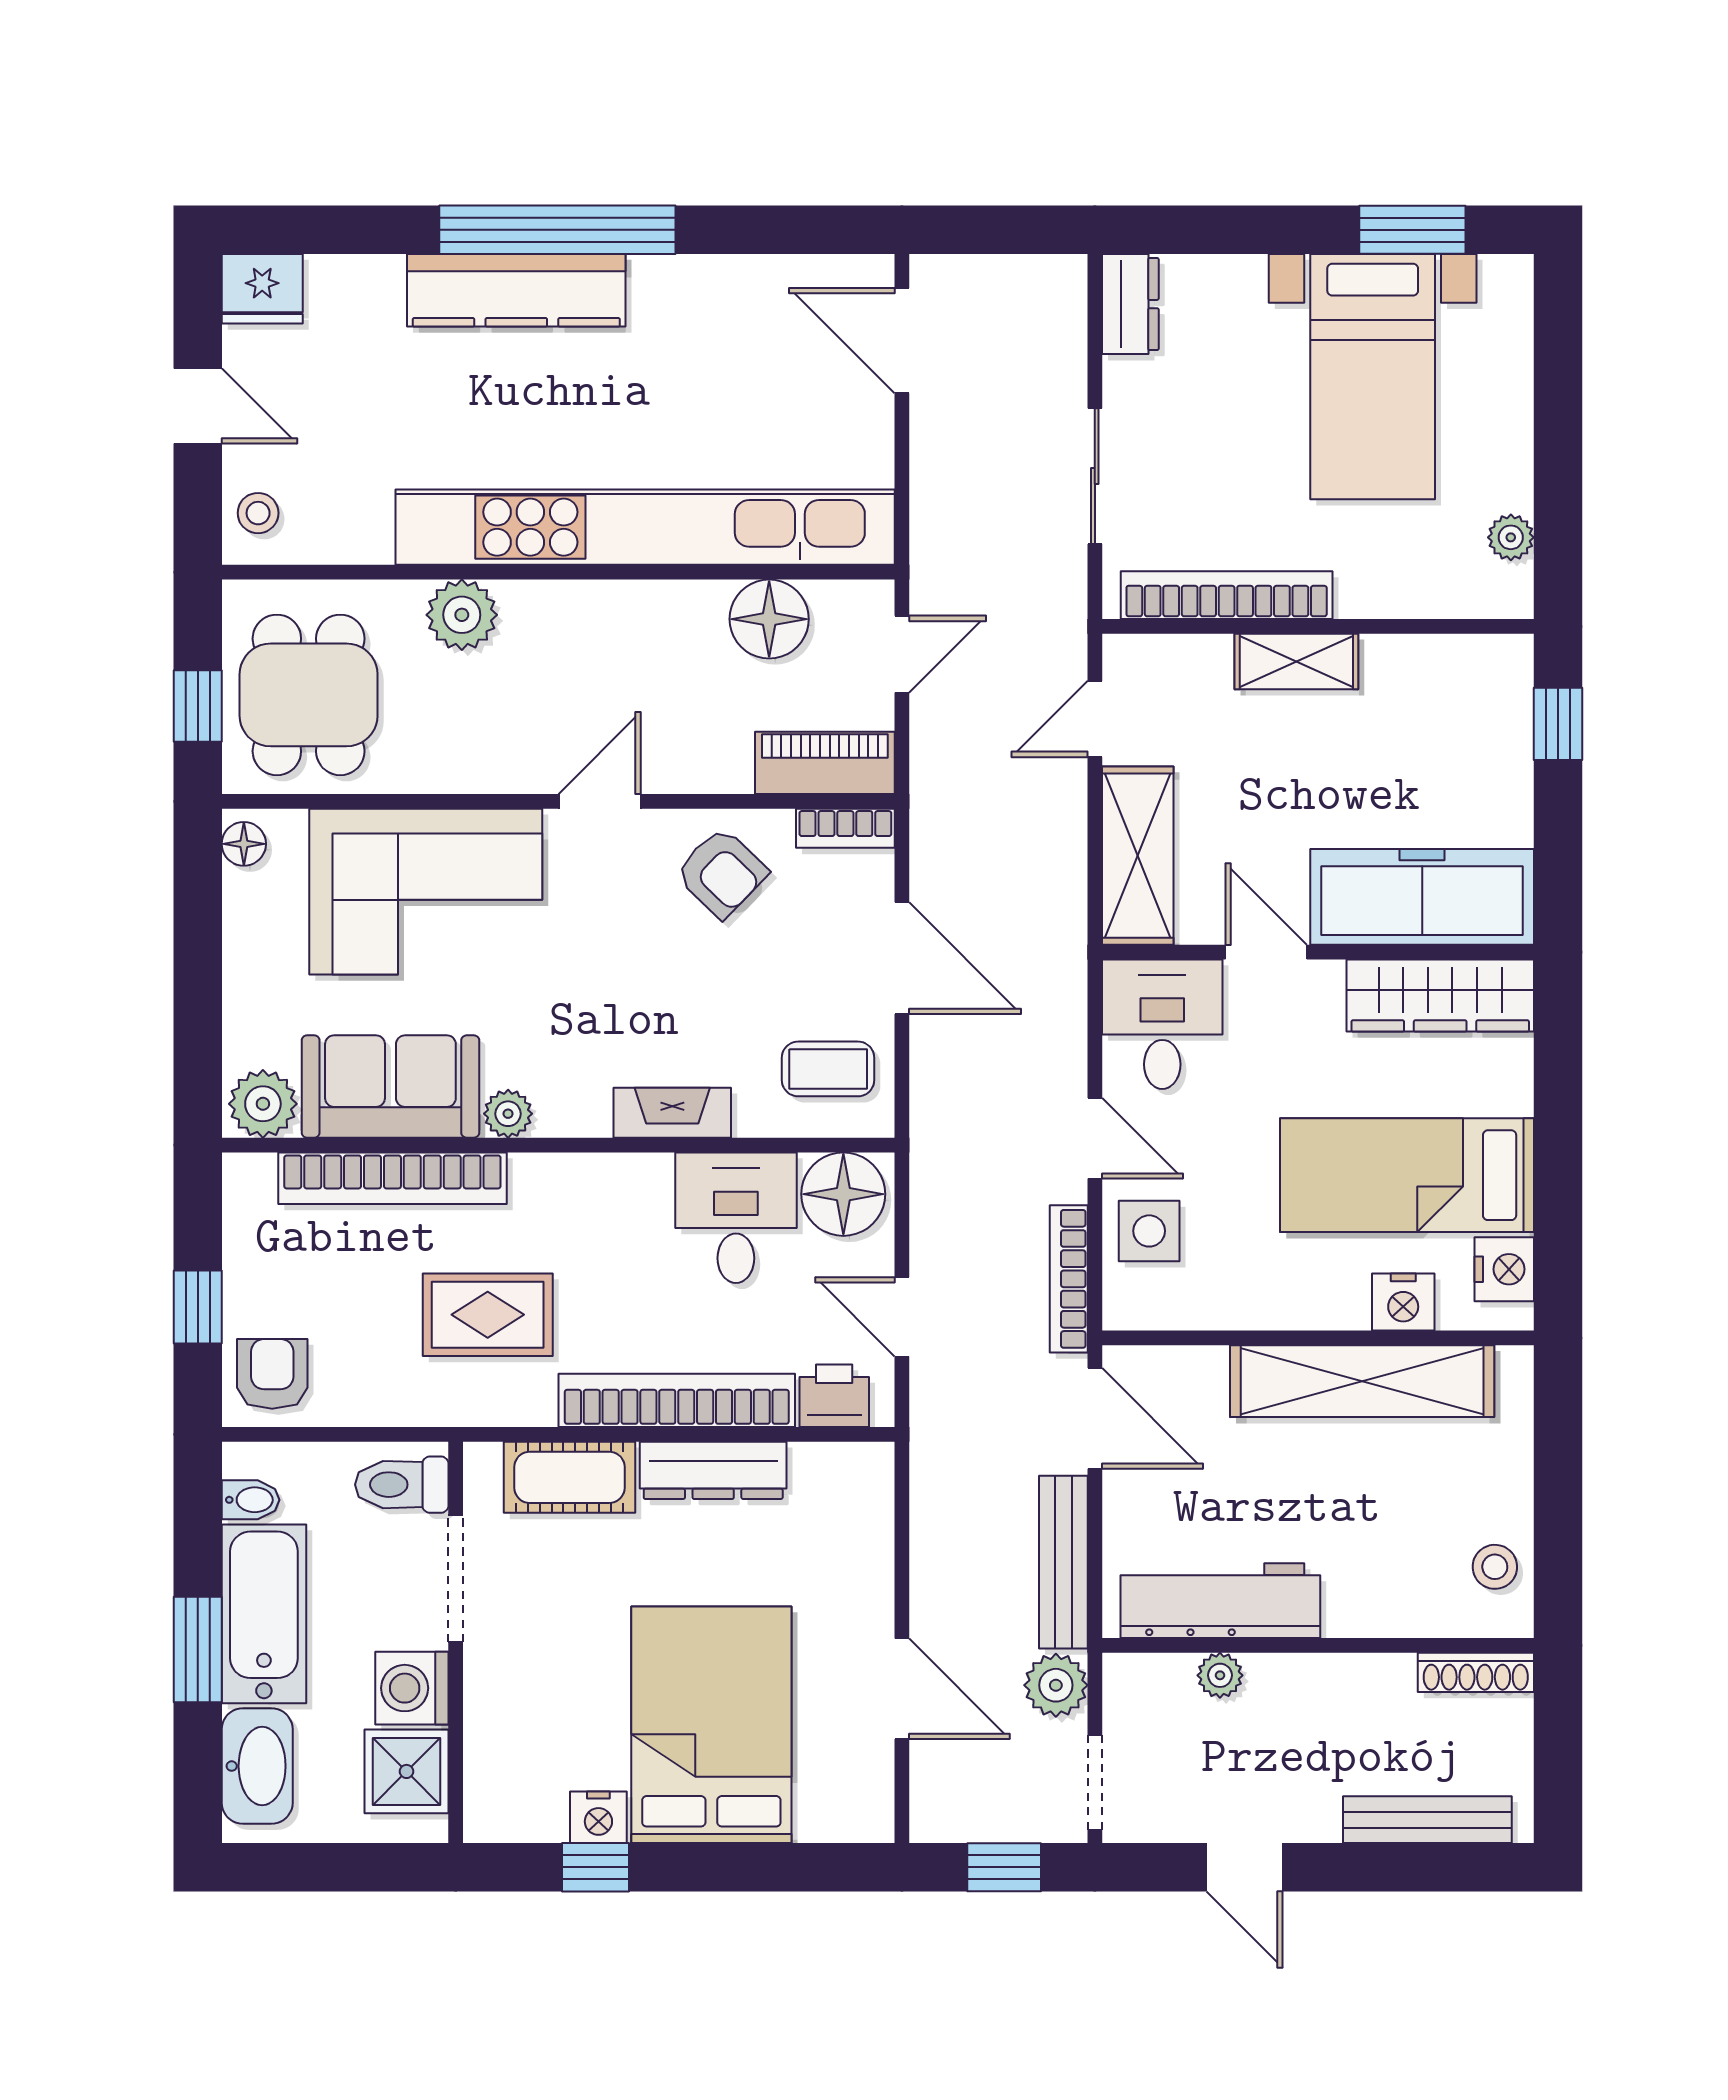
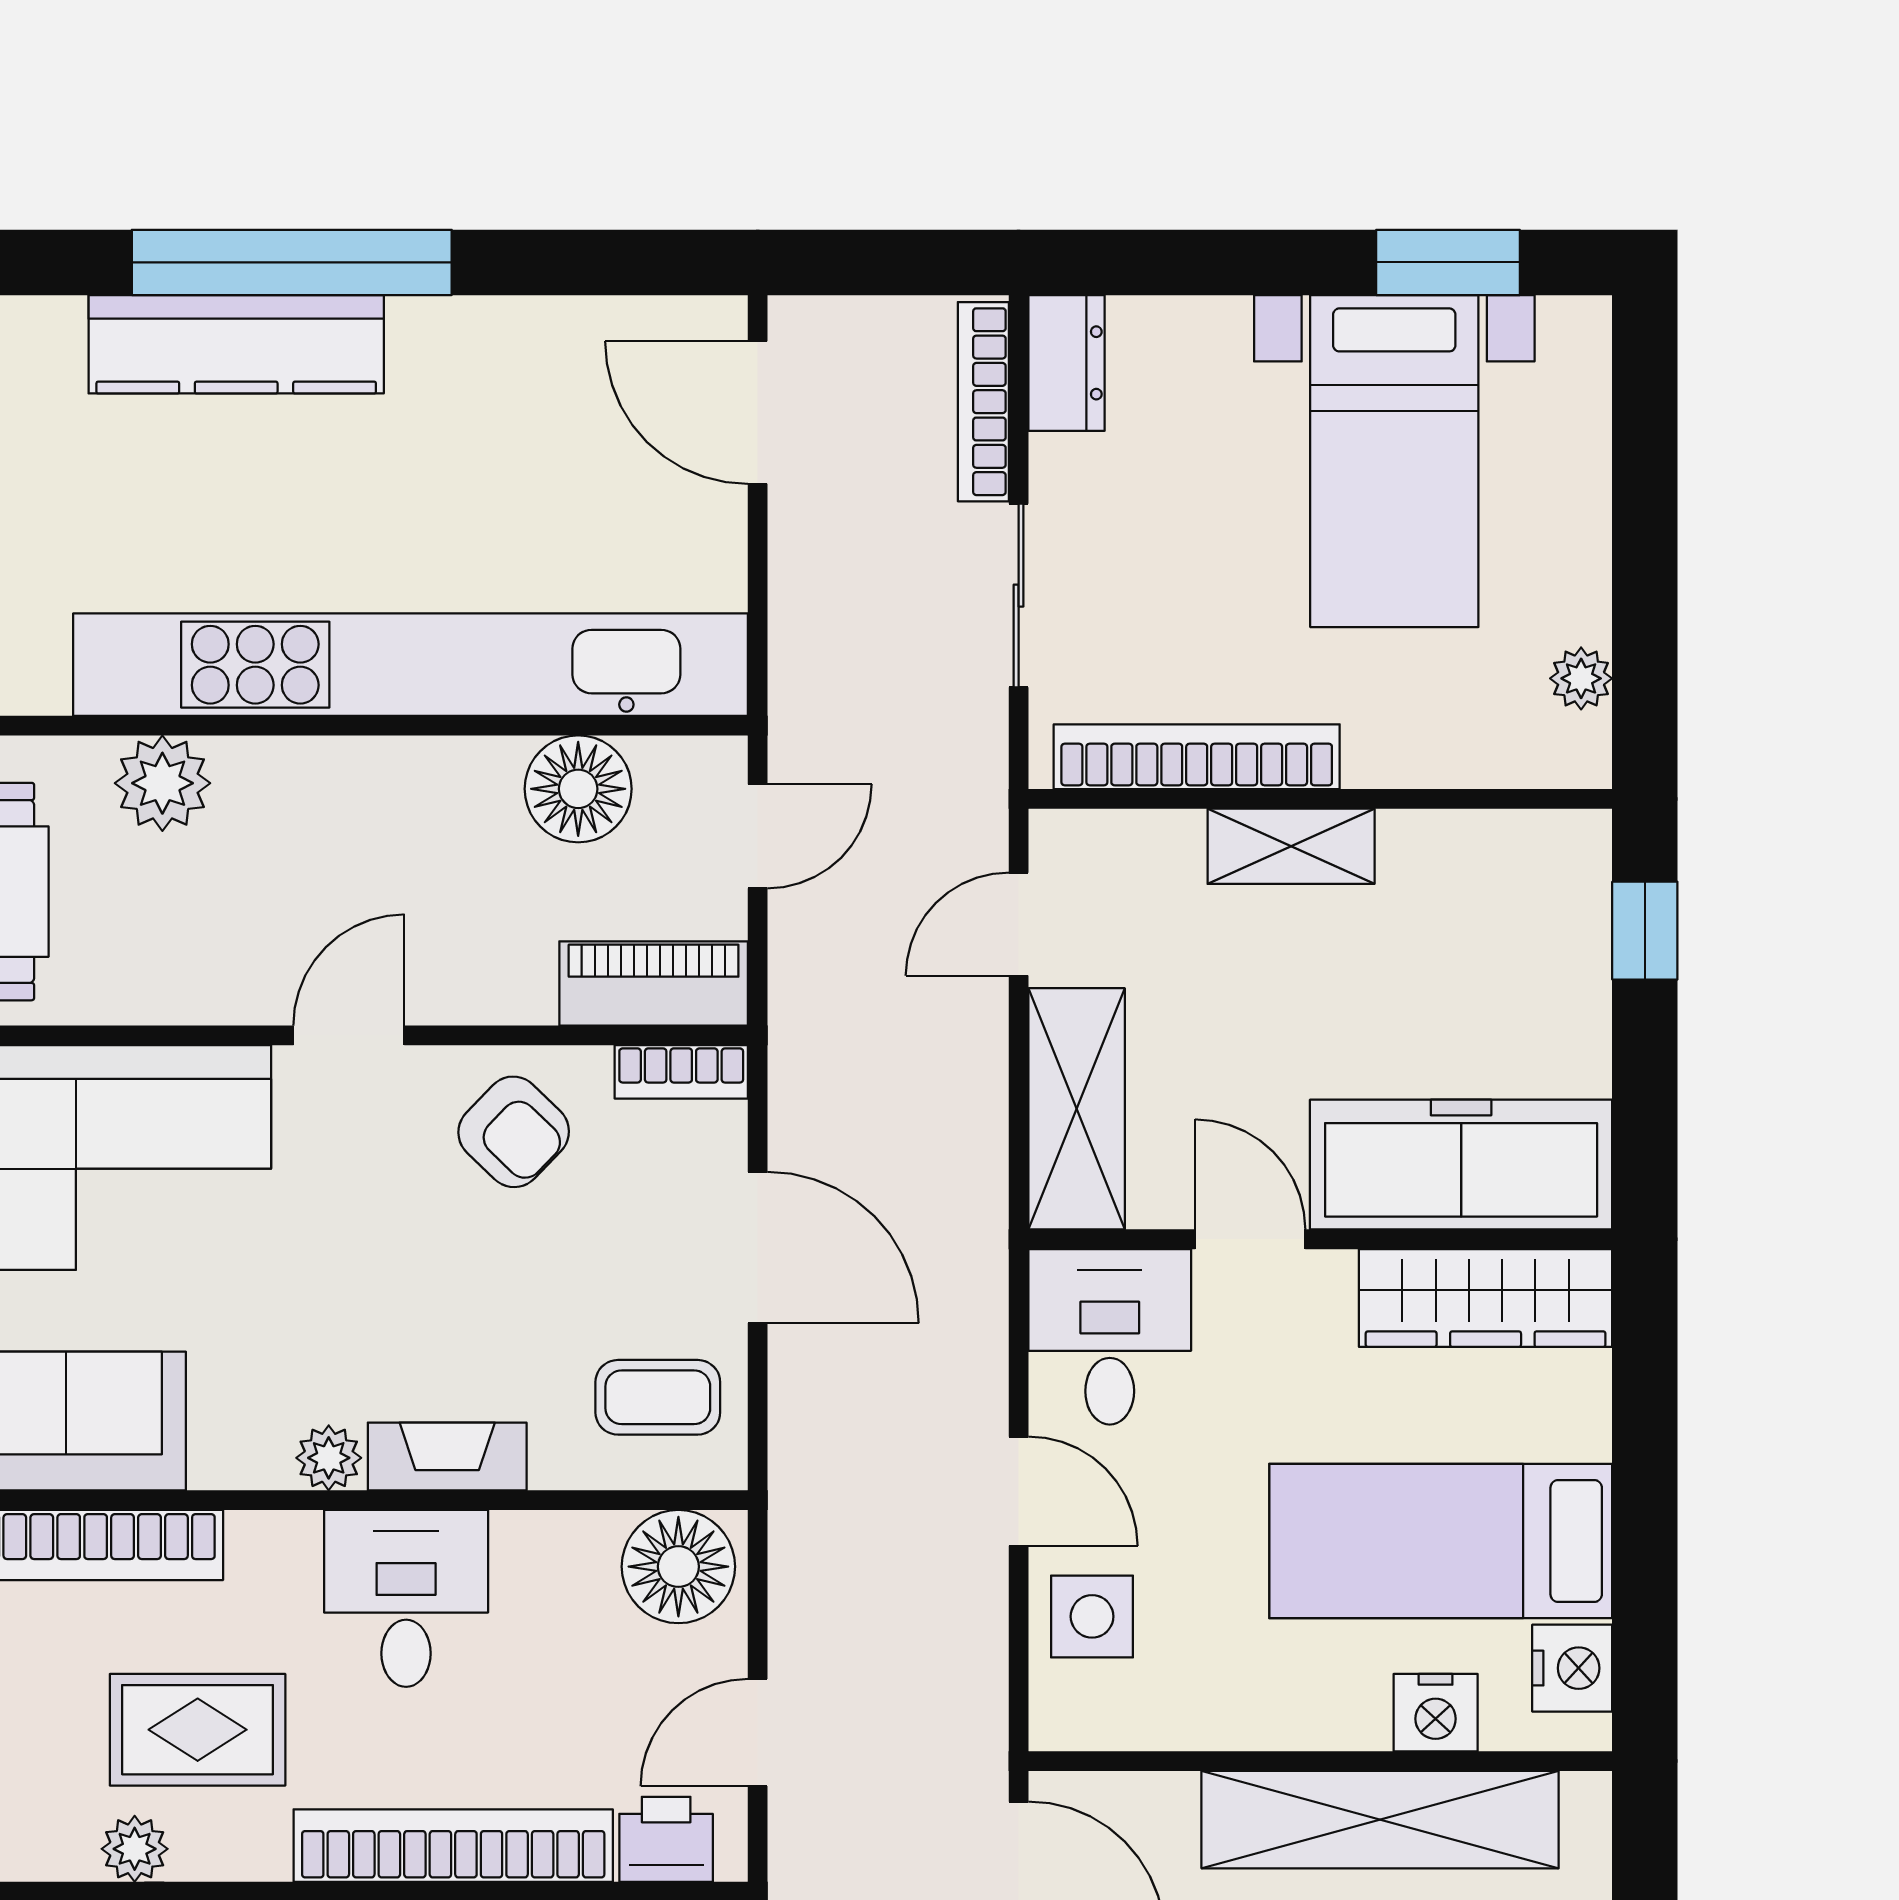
plant: (508, 1114) -> (329, 1458), moved
desk: (736, 1218) -> (406, 1598), moved
bookcase: (1069, 1279) -> (983, 402), moved
door: (902, 1317) -> (758, 1733), hinge flipped
plant: (441, 1403) -> (135, 1849), added

